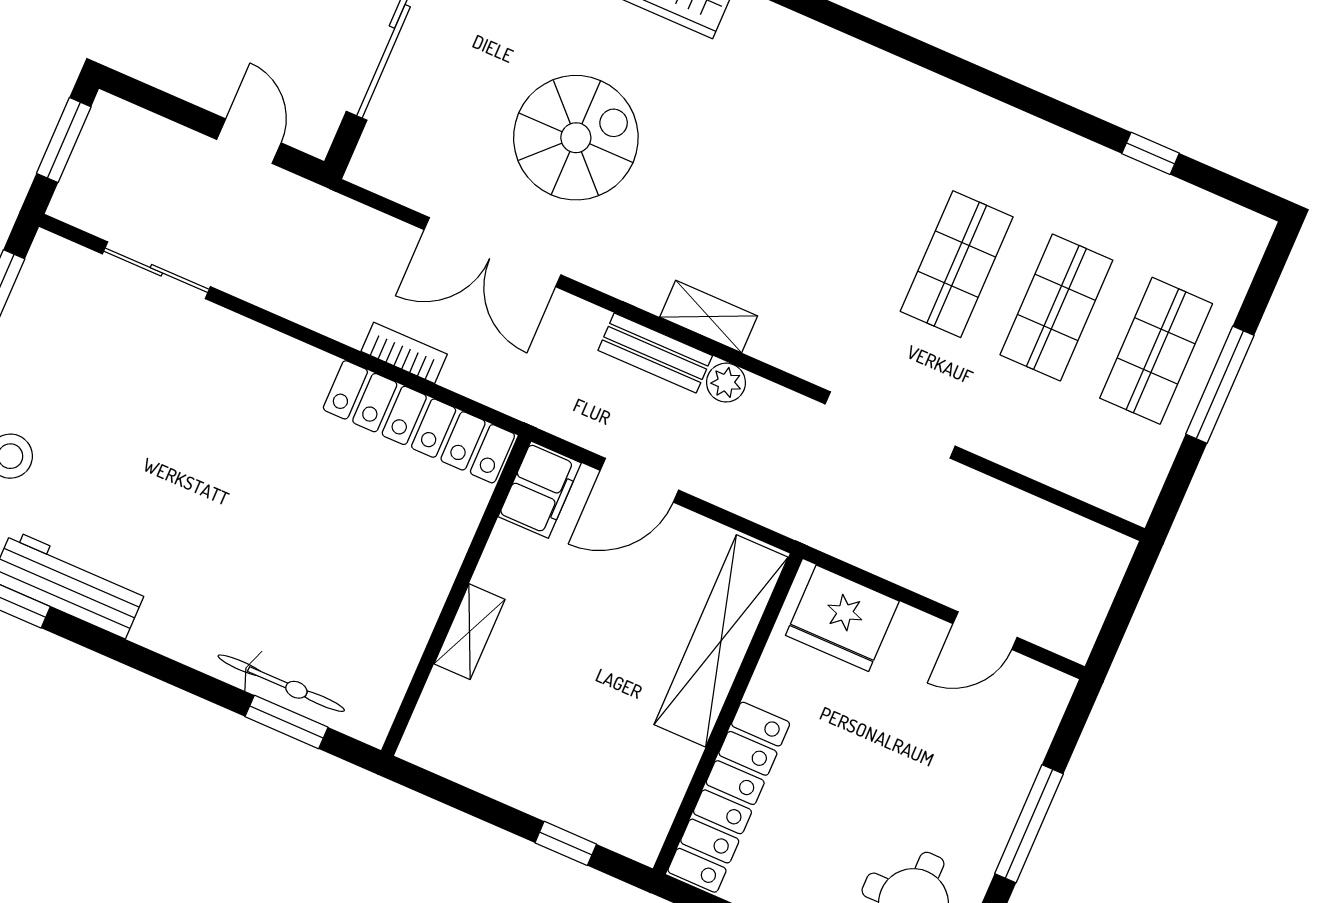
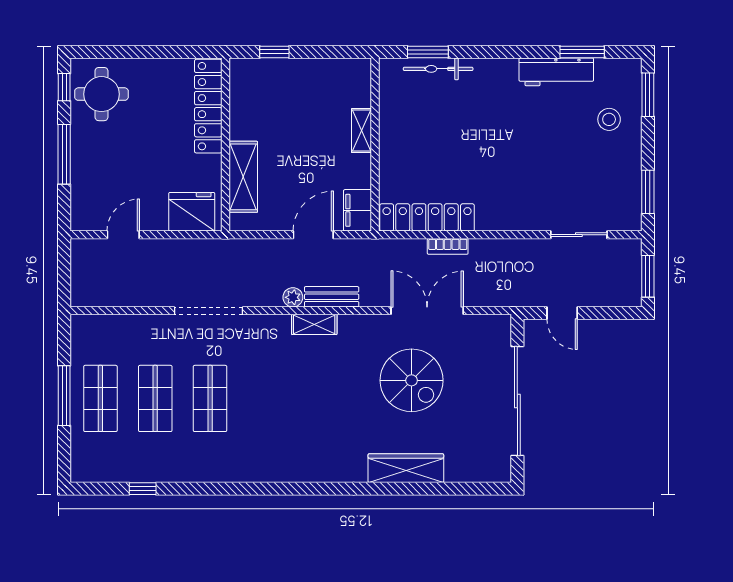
spiral stairs: (576, 138) -> (412, 380), turned -90
shelving: (721, 641) -> (243, 177), width x0.68

